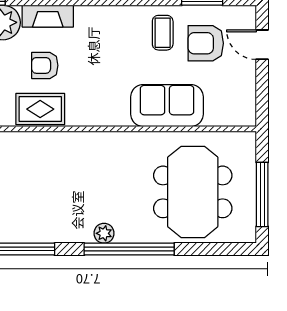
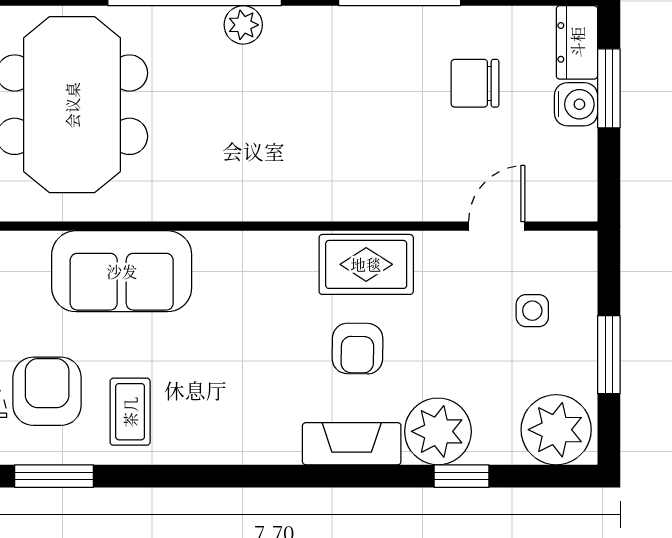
armchair: (206, 43) -> (47, 391), turned -90
armchair: (45, 65) -> (357, 349), turned 91

